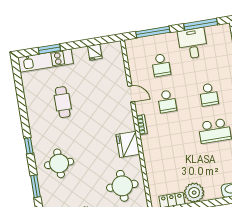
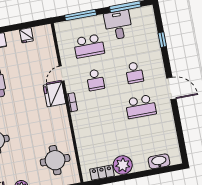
school desk: (161, 65) -> (89, 46), width x1.85
door: (131, 94) -> (62, 74), swing flipped
fridge: (128, 144) -> (54, 94), moved

